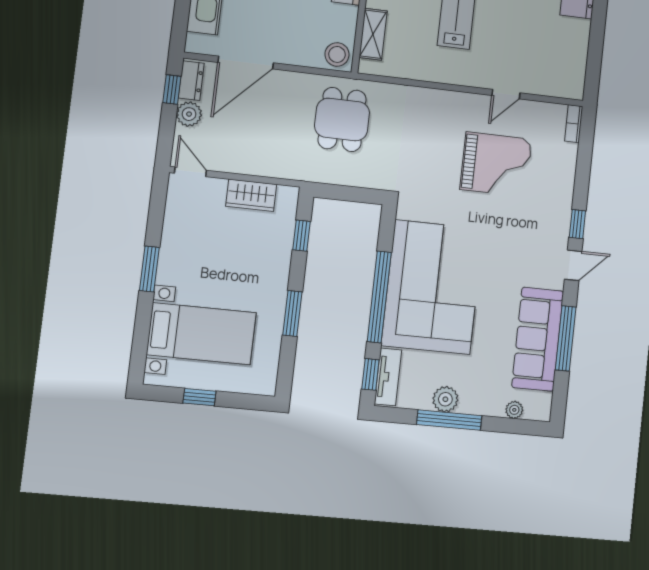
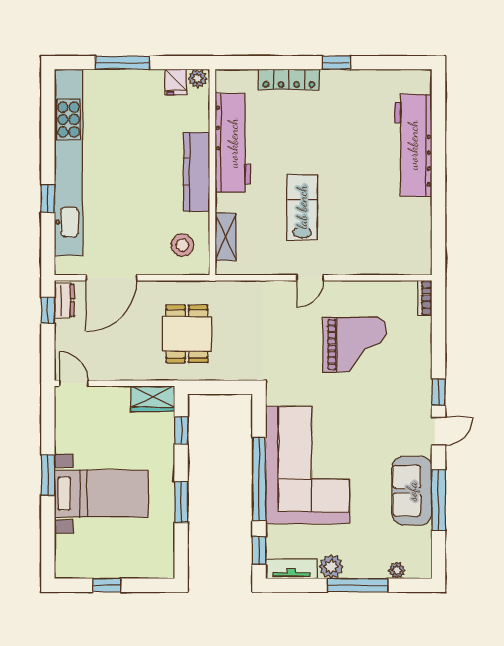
stool: (337, 54) -> (182, 245), moved
door: (506, 94) -> (310, 278), moved
plant: (189, 114) -> (66, 331), removed
dining table: (342, 119) -> (187, 334), moved
wardrobe: (251, 195) -> (153, 399), moved
bed with nightstands: (201, 334) -> (101, 494), moved
sofa: (538, 339) -> (412, 491), width x0.73
tv unit: (388, 377) -> (291, 569), moved, turned -90
window: (449, 420) -> (358, 585), moved

